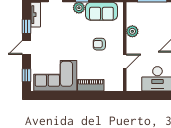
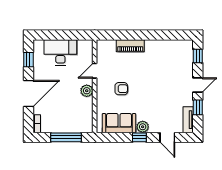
plant: (132, 31) -> (87, 91), moved
corner sofa: (55, 76) -> (167, 56), removed

